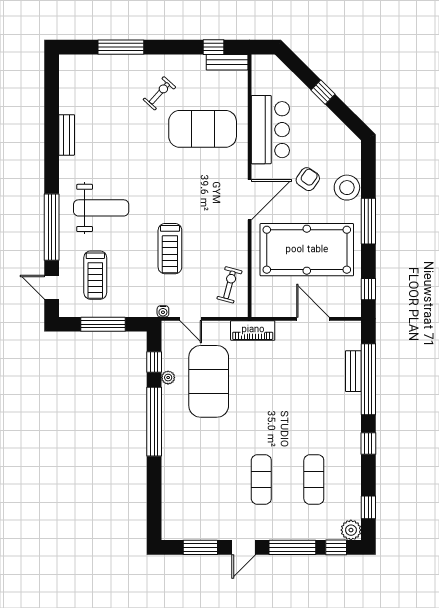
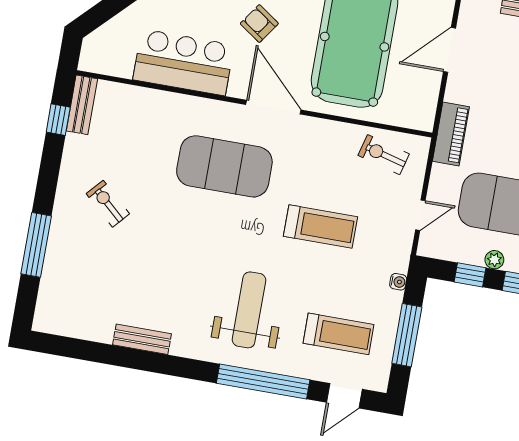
exercise mat: (203, 129) -> (224, 166), moved, turned 90
water cooler: (163, 311) -> (398, 282), moved

